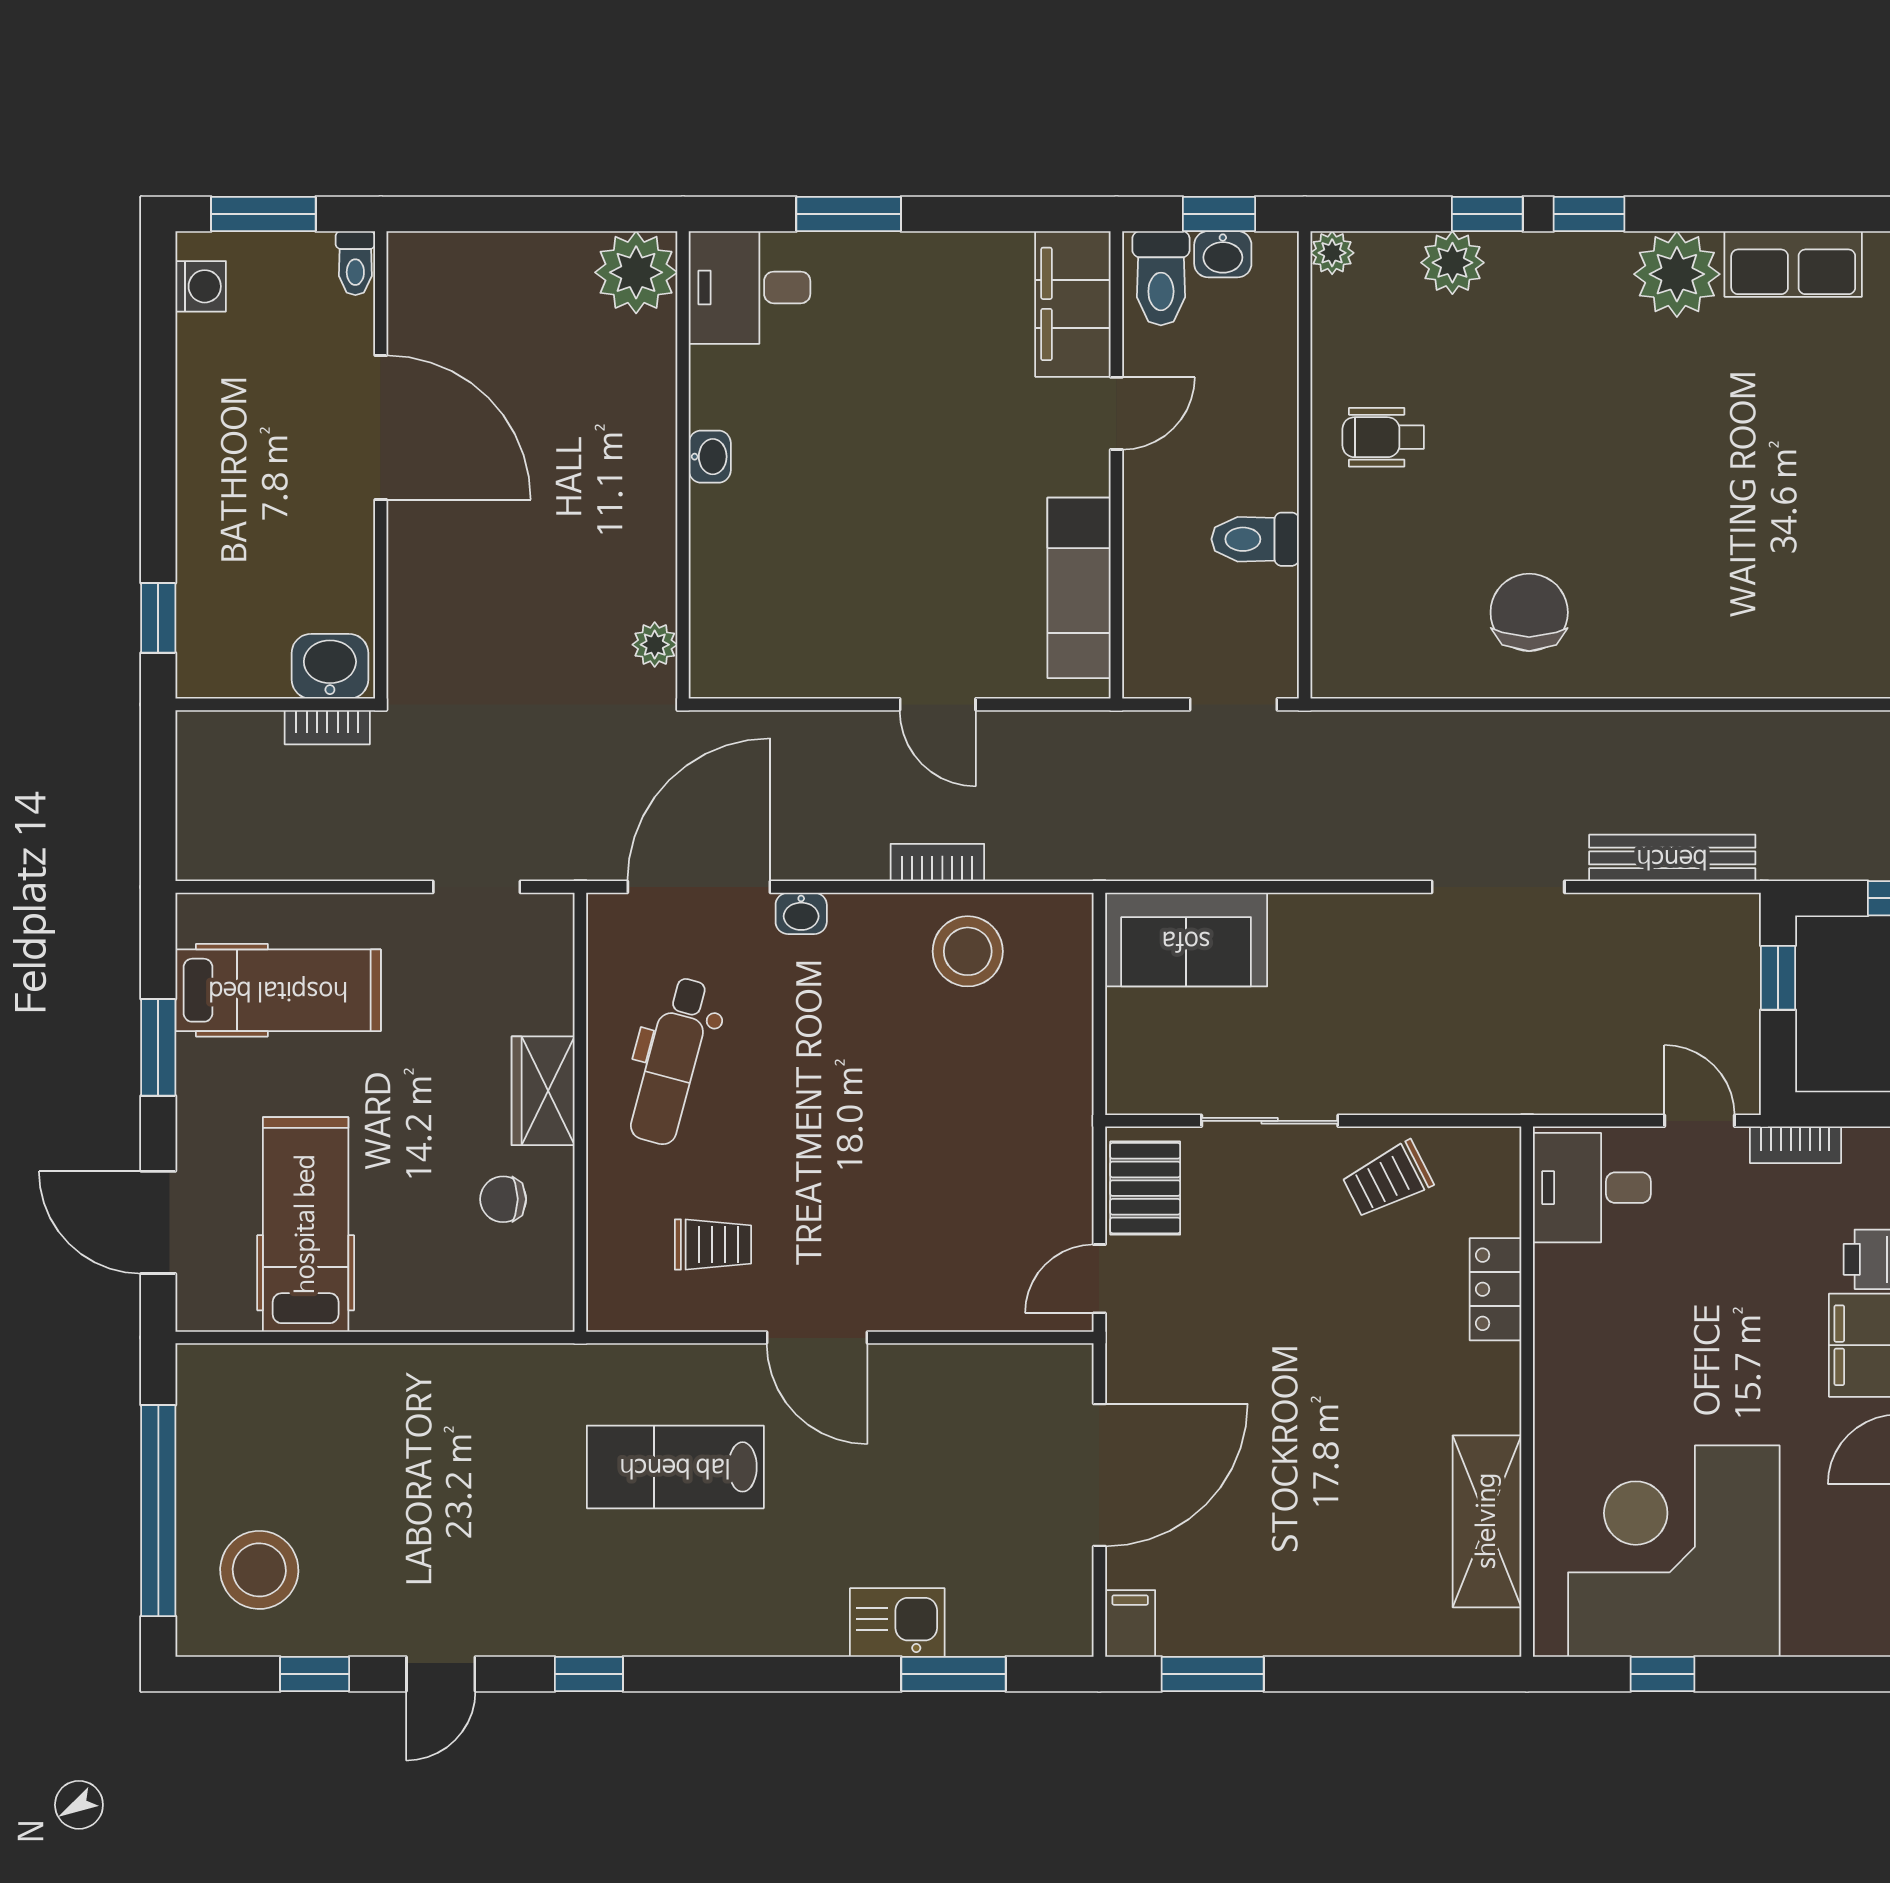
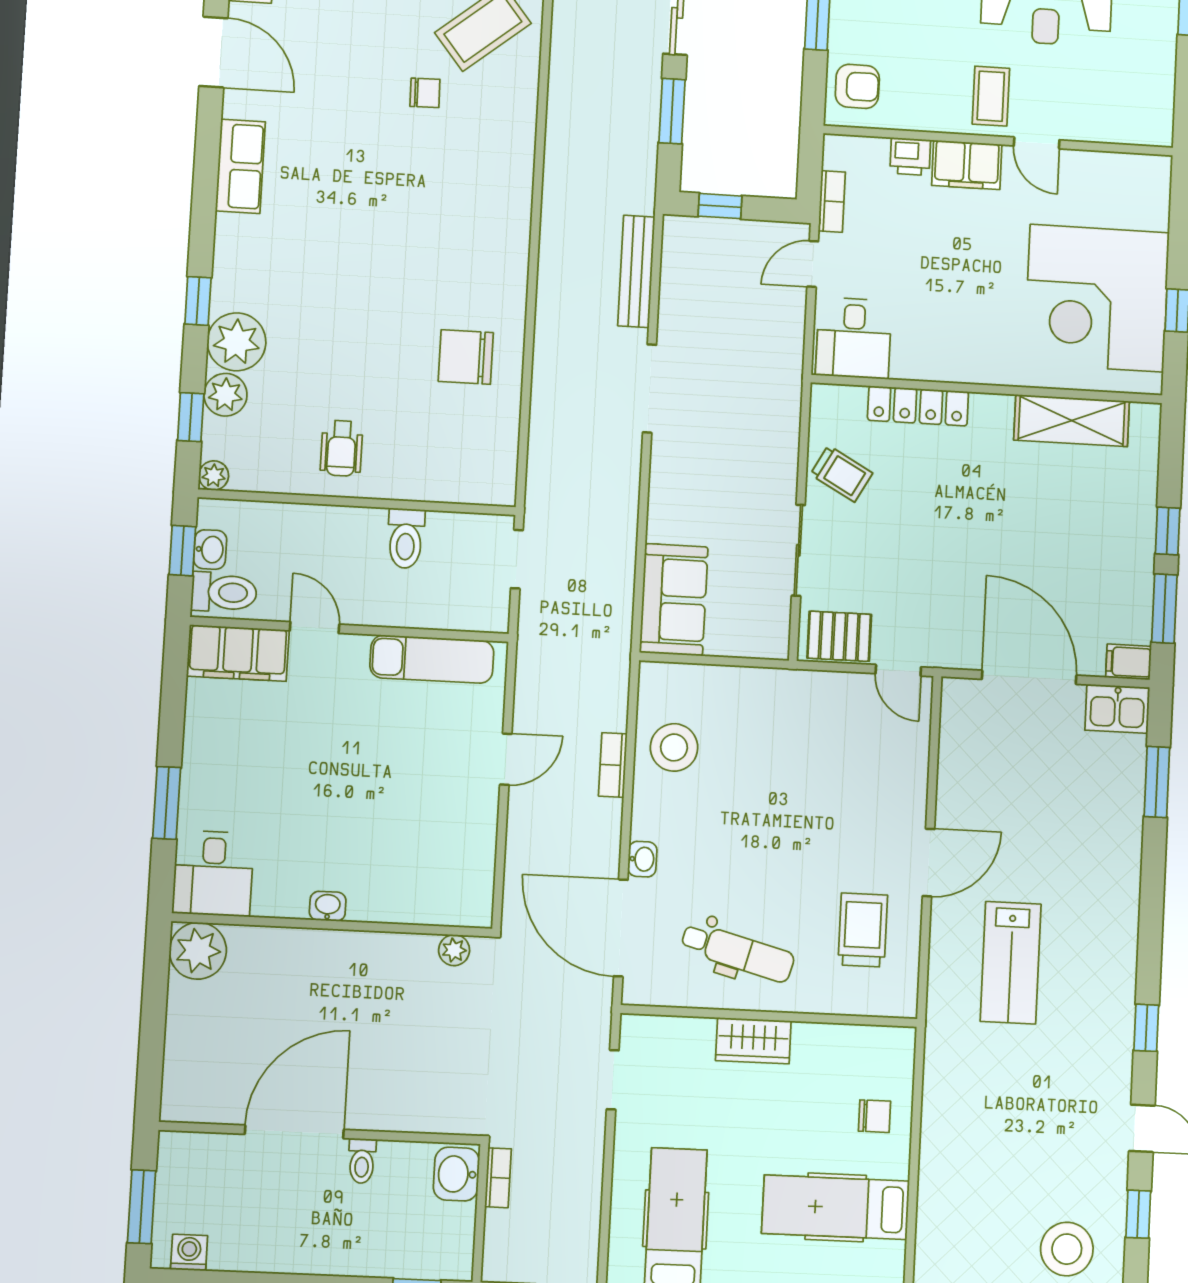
window: (1487, 214) -> (191, 417), moved
toilet: (355, 263) -> (362, 1161), moved, turned 90
plant: (1677, 274) -> (237, 342), moved
trolley: (1387, 1180) -> (841, 474), turned -34
chair: (503, 1199) -> (874, 1116), moved, turned -90
trolley: (713, 1245) -> (863, 930), width x1.36, depth x1.39
locker: (1496, 1289) -> (918, 406), width x1.53
kitchen sink: (897, 1623) -> (1117, 709), moved, turned -90
window: (1329, 1674) -> (1168, 531), added

